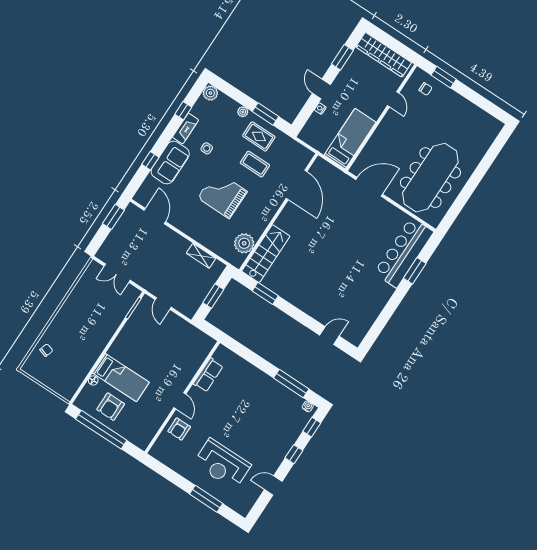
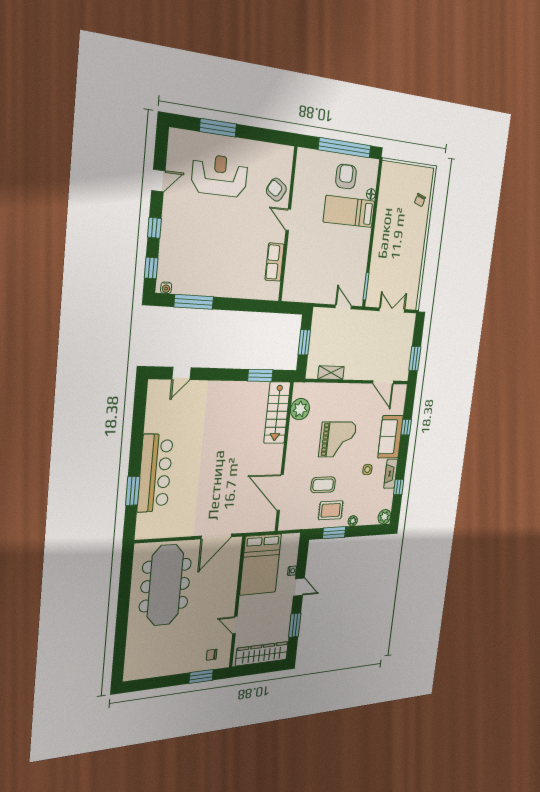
bed: (350, 139) -> (261, 565), width x1.50
bar counter: (404, 252) -> (155, 473), moved
armchair: (179, 429) -> (276, 190), turned -58

